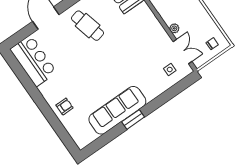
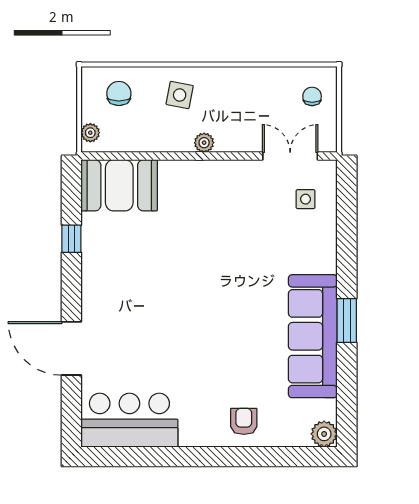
cafe table: (88, 26) -> (134, 287), removed
plant: (174, 28) -> (204, 143), moved
plant: (82, 142) -> (324, 434), added

